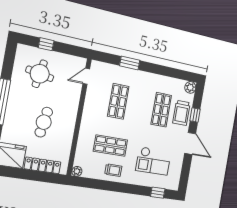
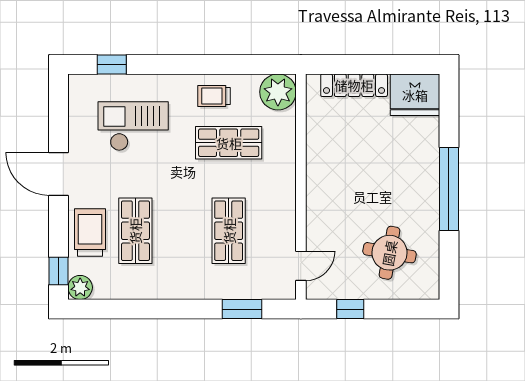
window: (46, 44) -> (350, 309), moved
window: (130, 63) -> (242, 309), moved
window: (195, 115) -> (59, 271), moved
cafe table: (44, 122) -> (366, 165), removed
plant: (77, 171) -> (278, 92), width x1.87, depth x1.87

